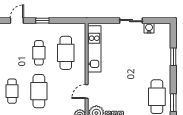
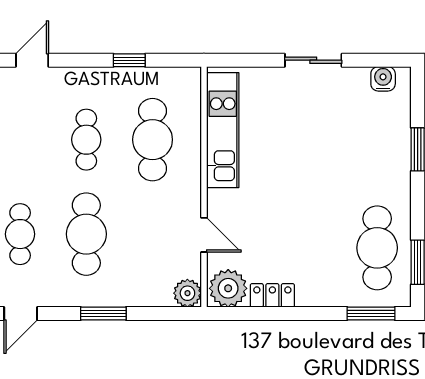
window: (42, 21) -> (129, 60), moved
water cooler: (149, 28) -> (383, 79), moved
door: (87, 91) -> (204, 235), swing flipped

